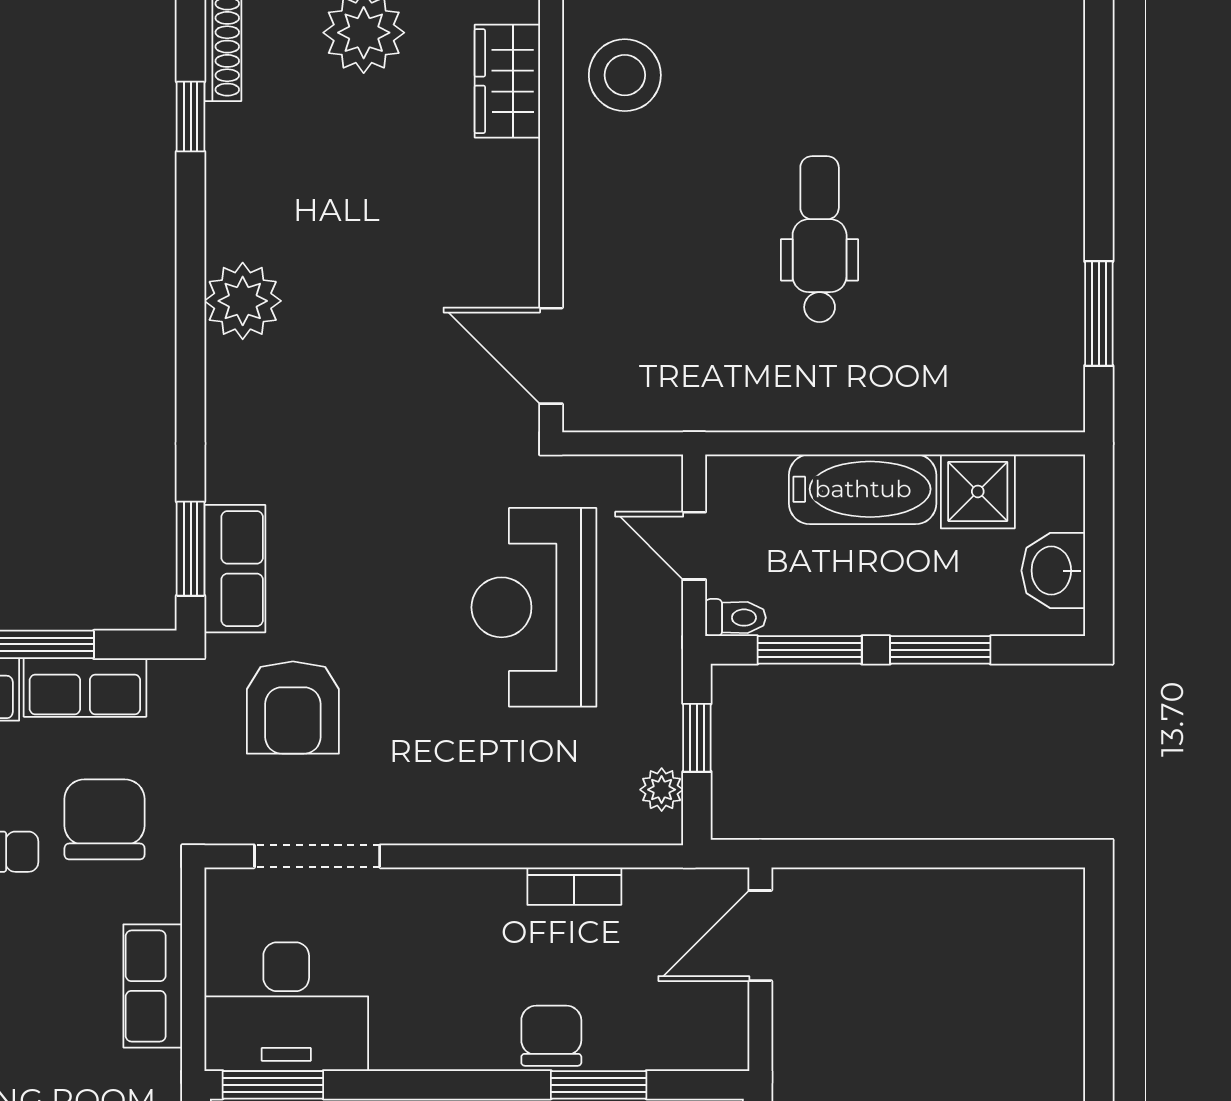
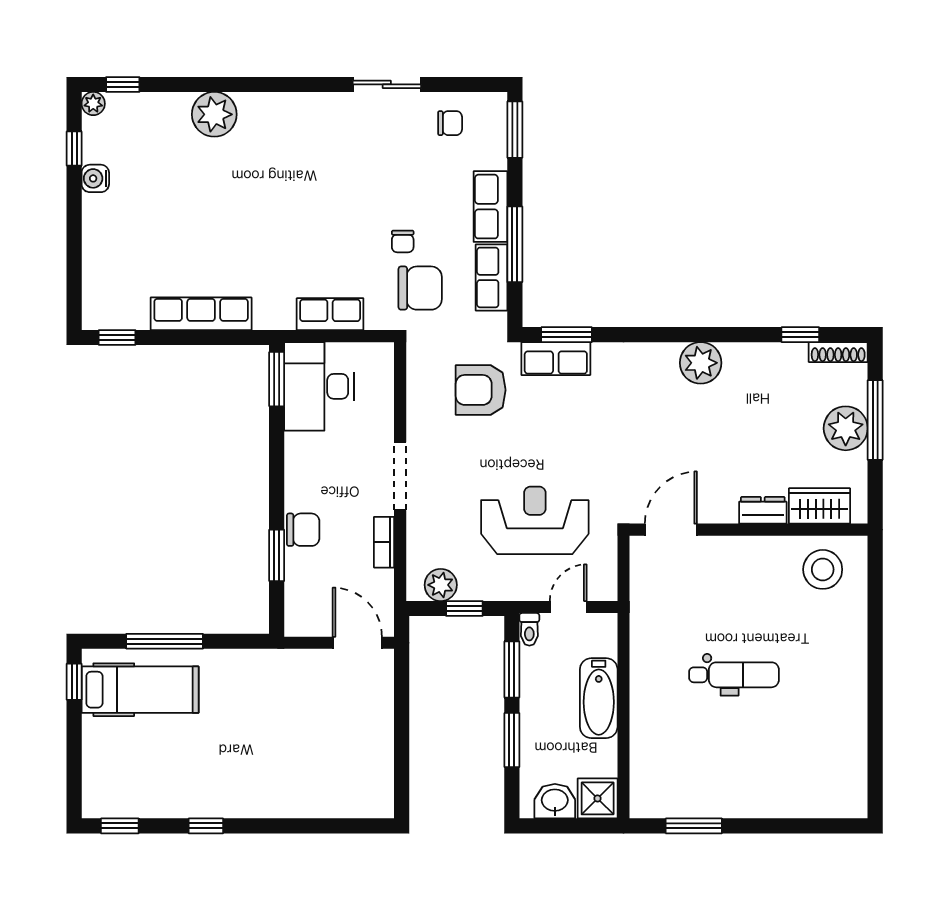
dresser: (515, 186) -> (763, 510), added
shower: (978, 491) -> (598, 798), moved
plant: (662, 790) -> (441, 585), width x1.38, depth x1.38
doorway: (317, 856) -> (400, 476), moved

